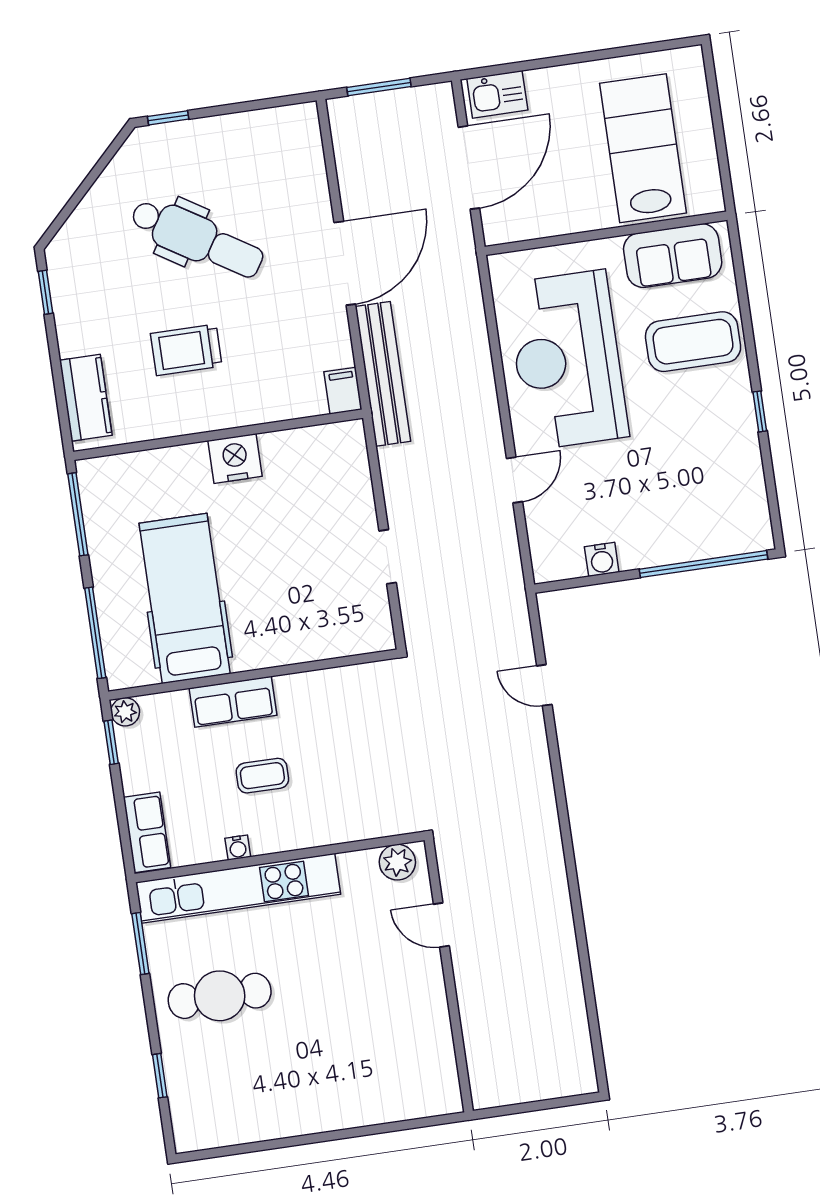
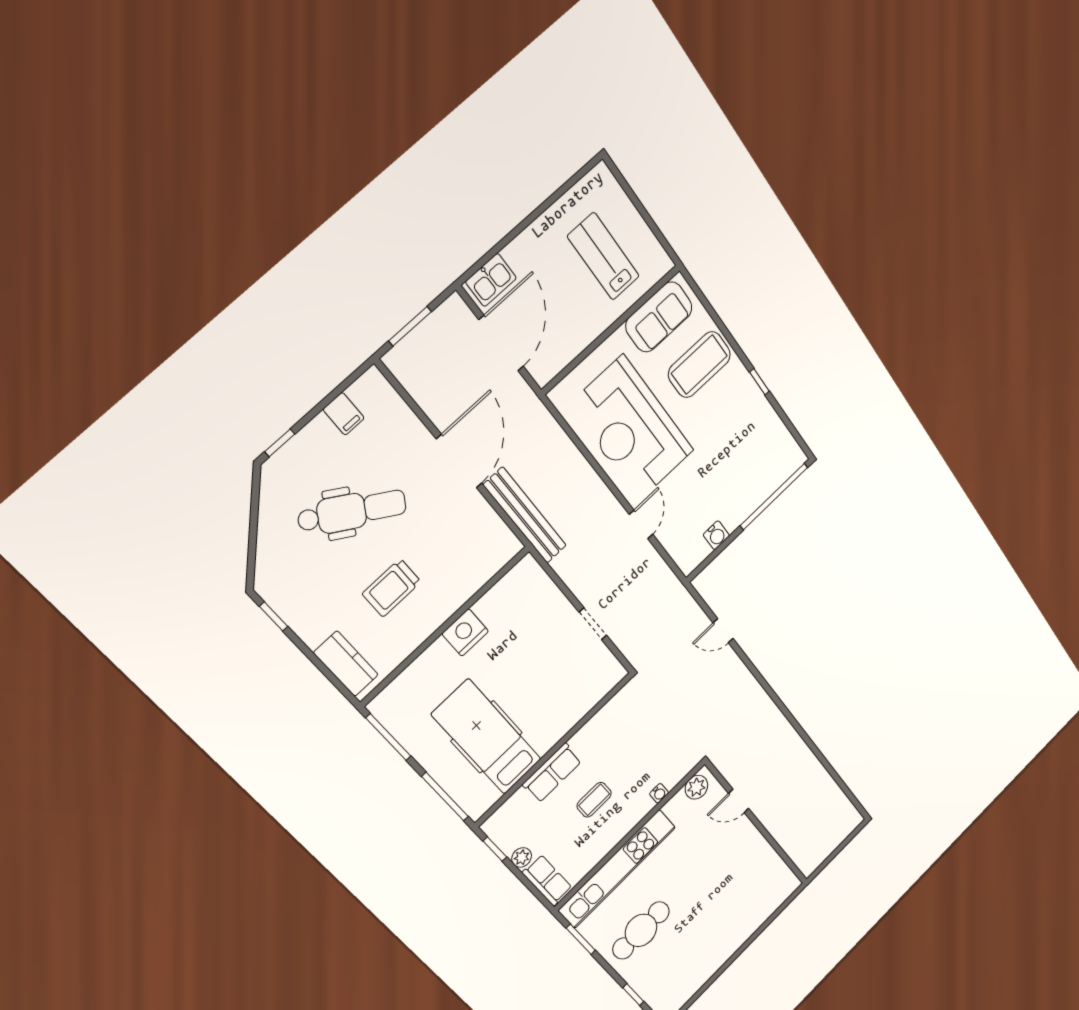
lab bench: (643, 148) -> (603, 256), width x0.73, depth x0.72
filing cabinet: (343, 391) -> (344, 414), moved, turned 180
plant: (125, 712) -> (522, 857), moved
water cooler: (238, 848) -> (659, 793), moved

